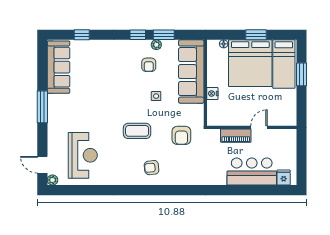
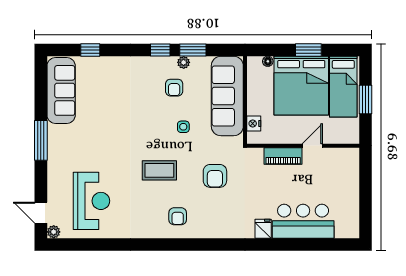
wall: (252, 127) -> (303, 146), moved
door: (259, 127) -> (312, 146), moved
piano: (236, 136) -> (283, 156), moved
armchair: (152, 168) -> (178, 216), turned -84
fridge: (284, 178) -> (263, 229), moved

